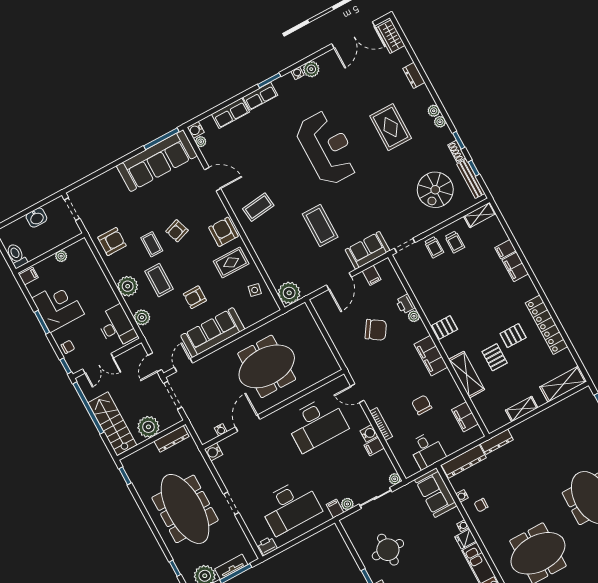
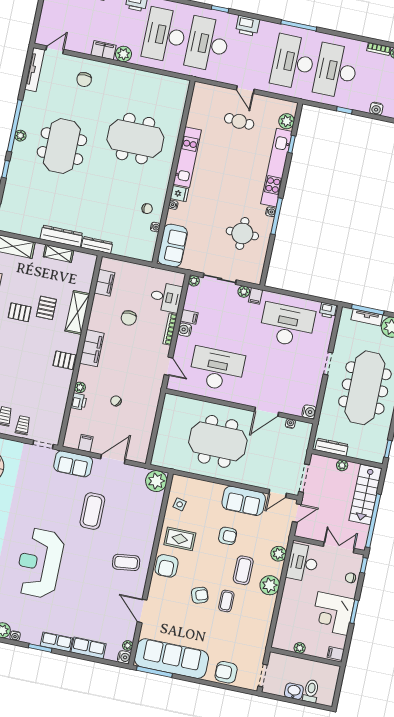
armchair: (112, 242) -> (226, 672), moved
toilet: (17, 256) -> (311, 691), moved, turned 180
chair: (376, 330) -> (116, 401), width x0.54, depth x0.54
sofa: (213, 332) -> (244, 501), width x0.73
plant: (148, 427) -> (342, 465), width x0.53, depth x0.53
desk: (427, 450) -> (166, 297), moved, turned 90
dresser: (464, 461) -> (61, 236), moved

